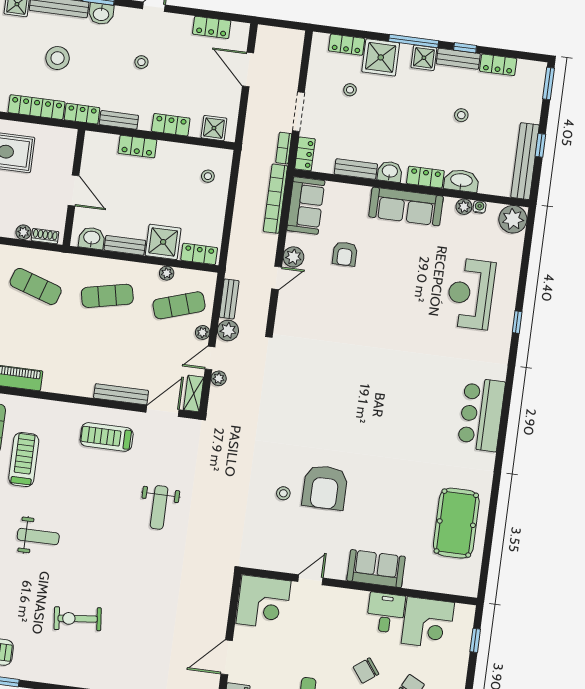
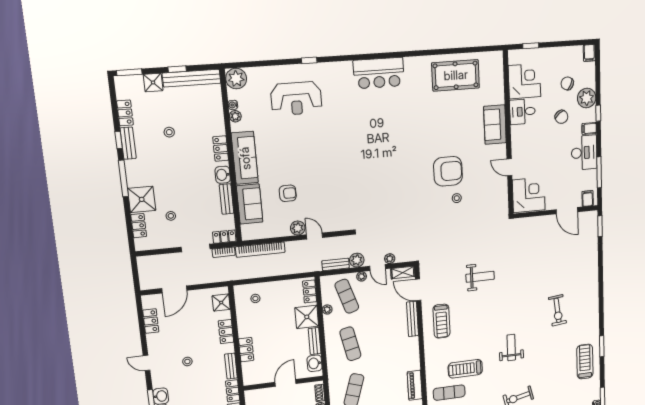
shower: (424, 58) -> (153, 83), moved
washbasin: (461, 181) -> (217, 122), removed
sofa: (306, 205) -> (250, 204), moved, turned 90

